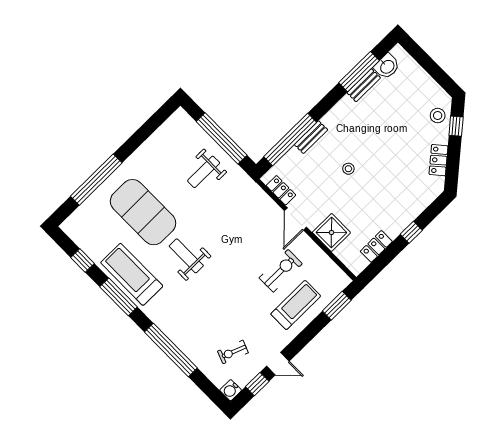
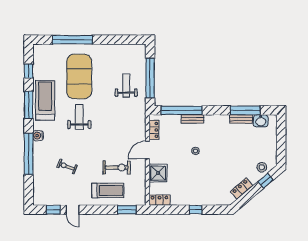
weight bench: (204, 172) -> (126, 86), turned 90
locker: (376, 246) -> (159, 200), moved
exercise bike: (233, 352) -> (67, 166), moved
water cooler: (231, 390) -> (38, 136), moved

